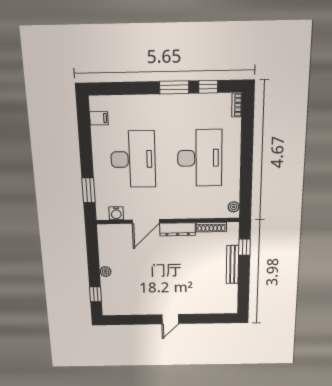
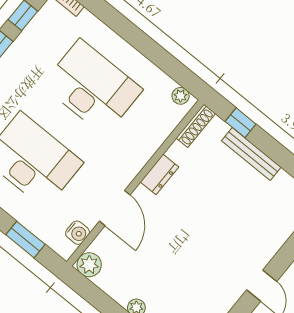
shoe rack: (211, 227) -> (196, 126), moved
dresser: (178, 229) -> (160, 174), width x0.70
plant: (105, 232) -> (89, 265), added

